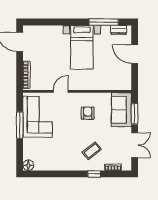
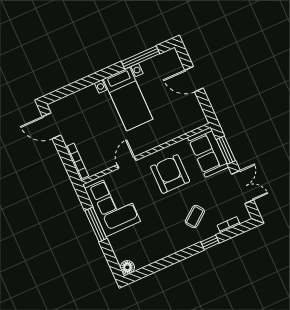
dresser: (119, 30) -> (162, 59), removed
armchair: (88, 113) -> (170, 174), width x1.88, depth x1.88

